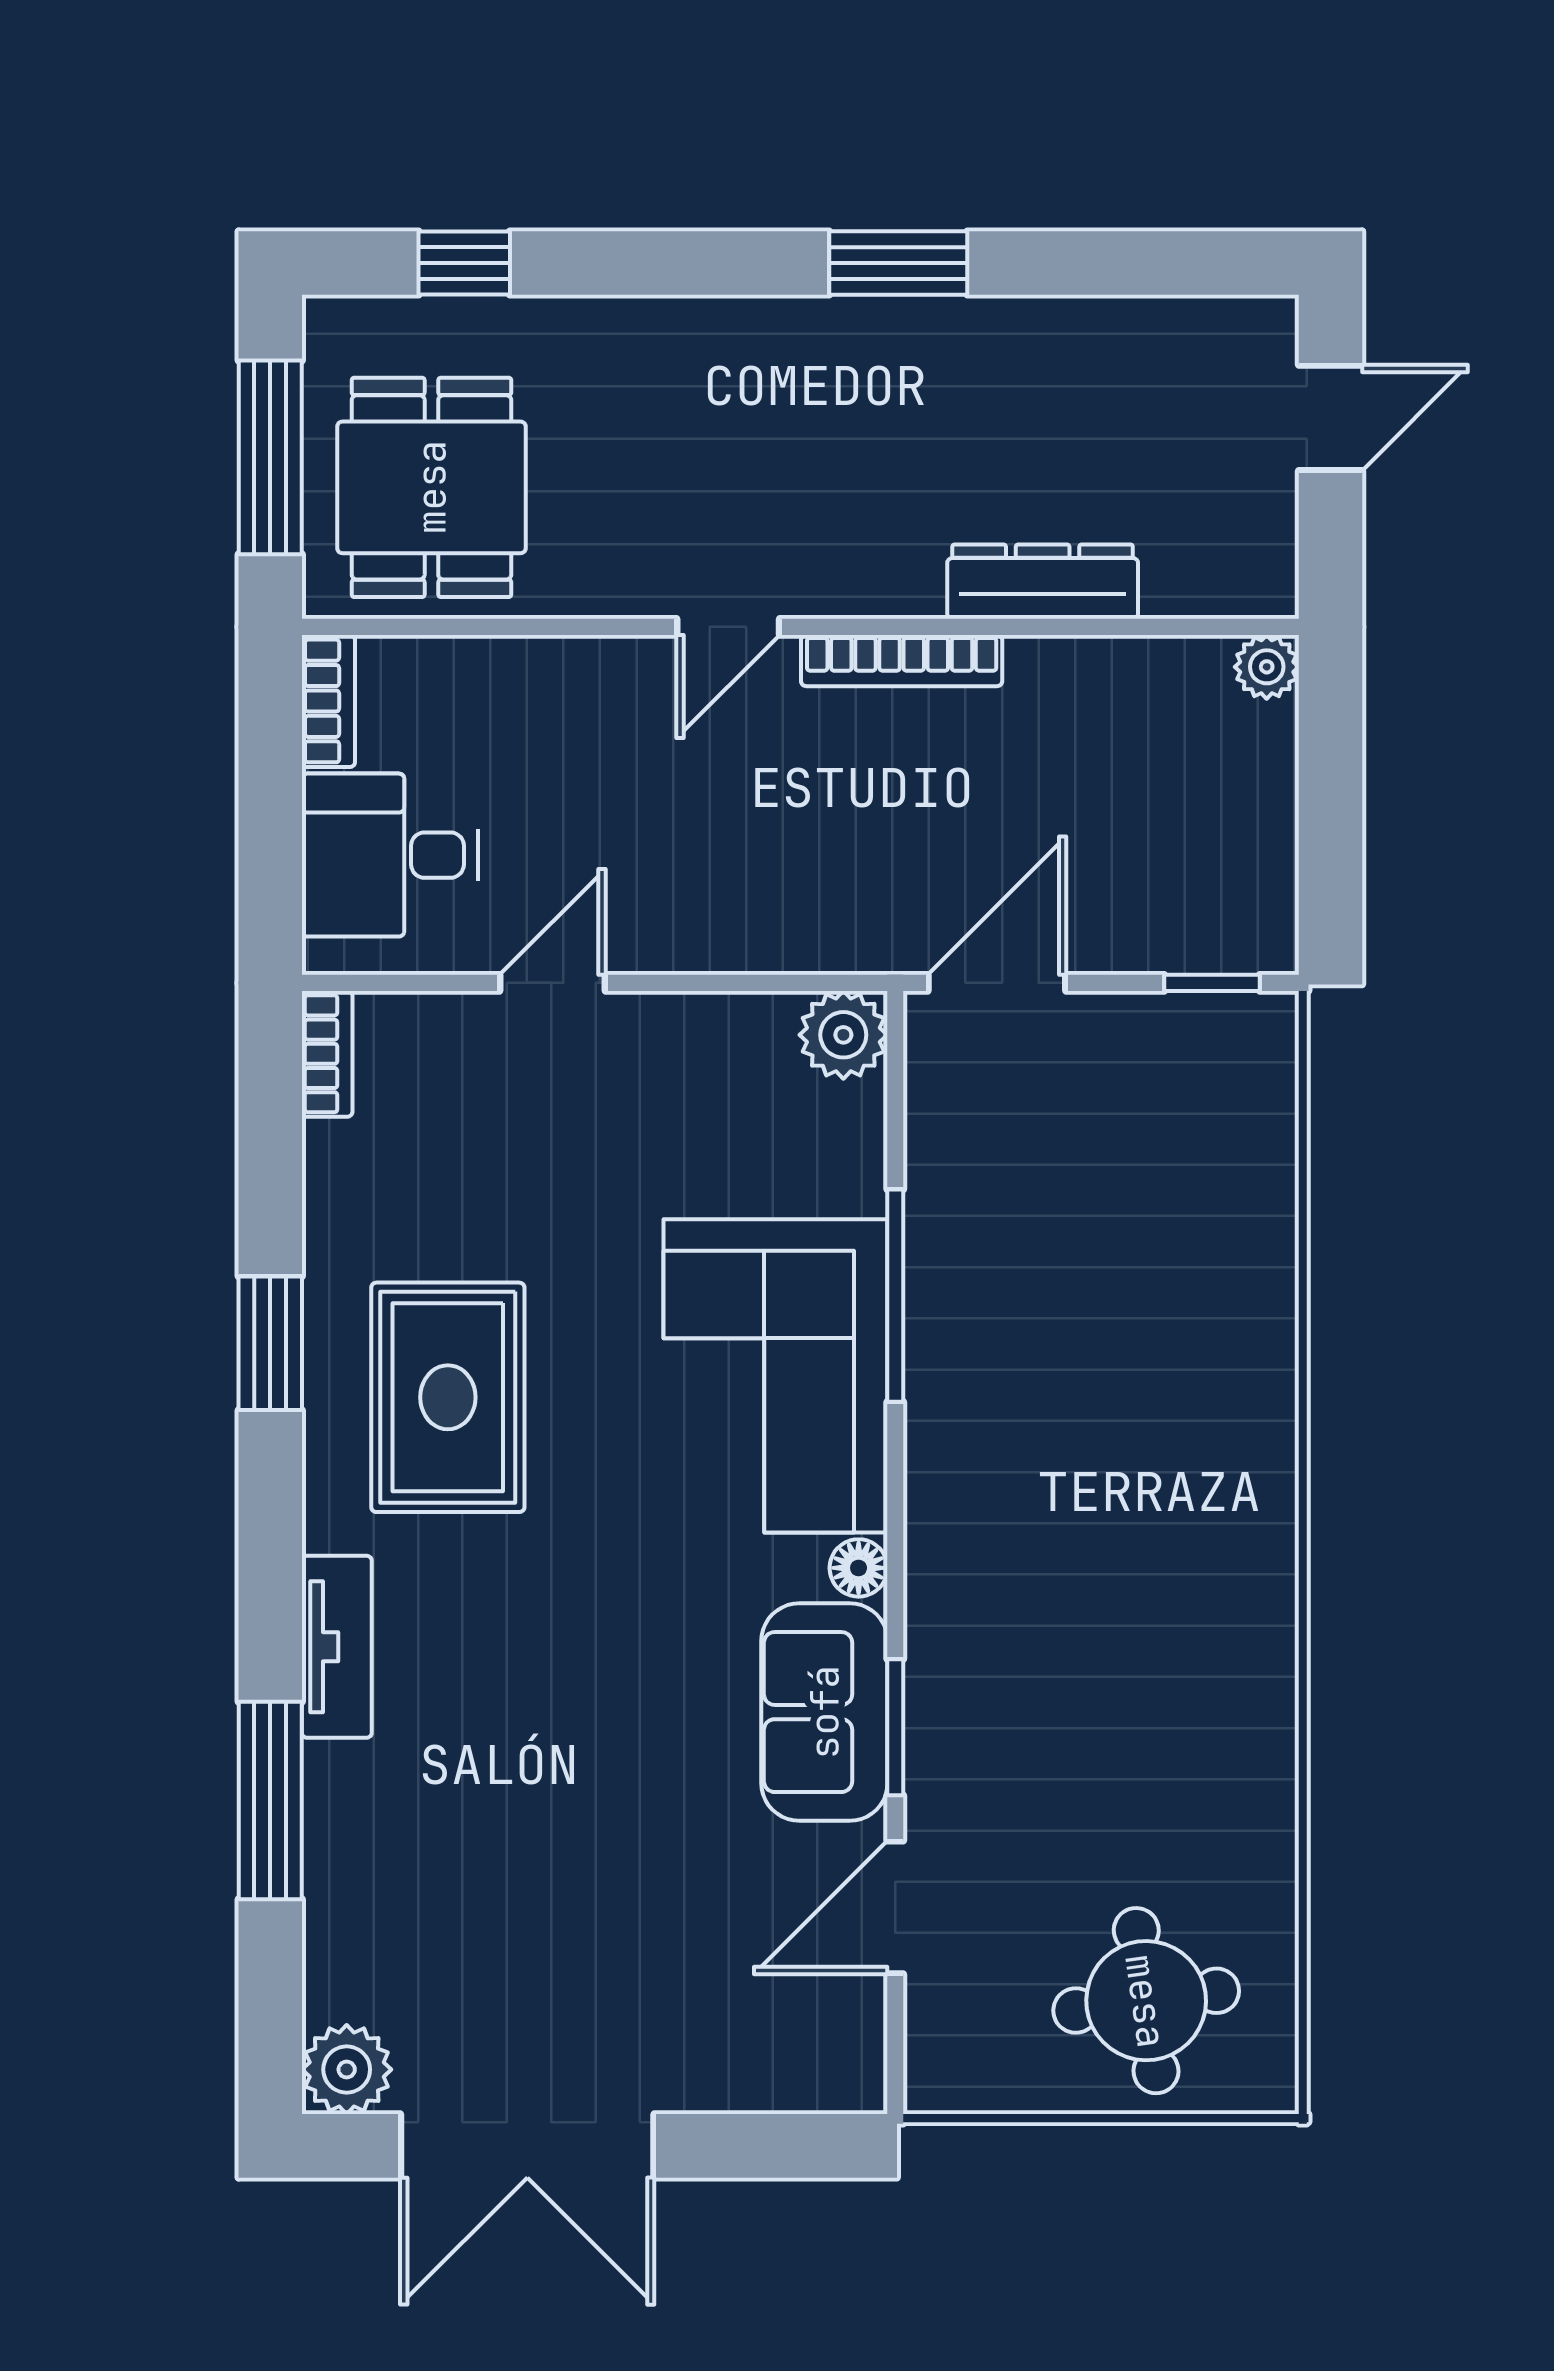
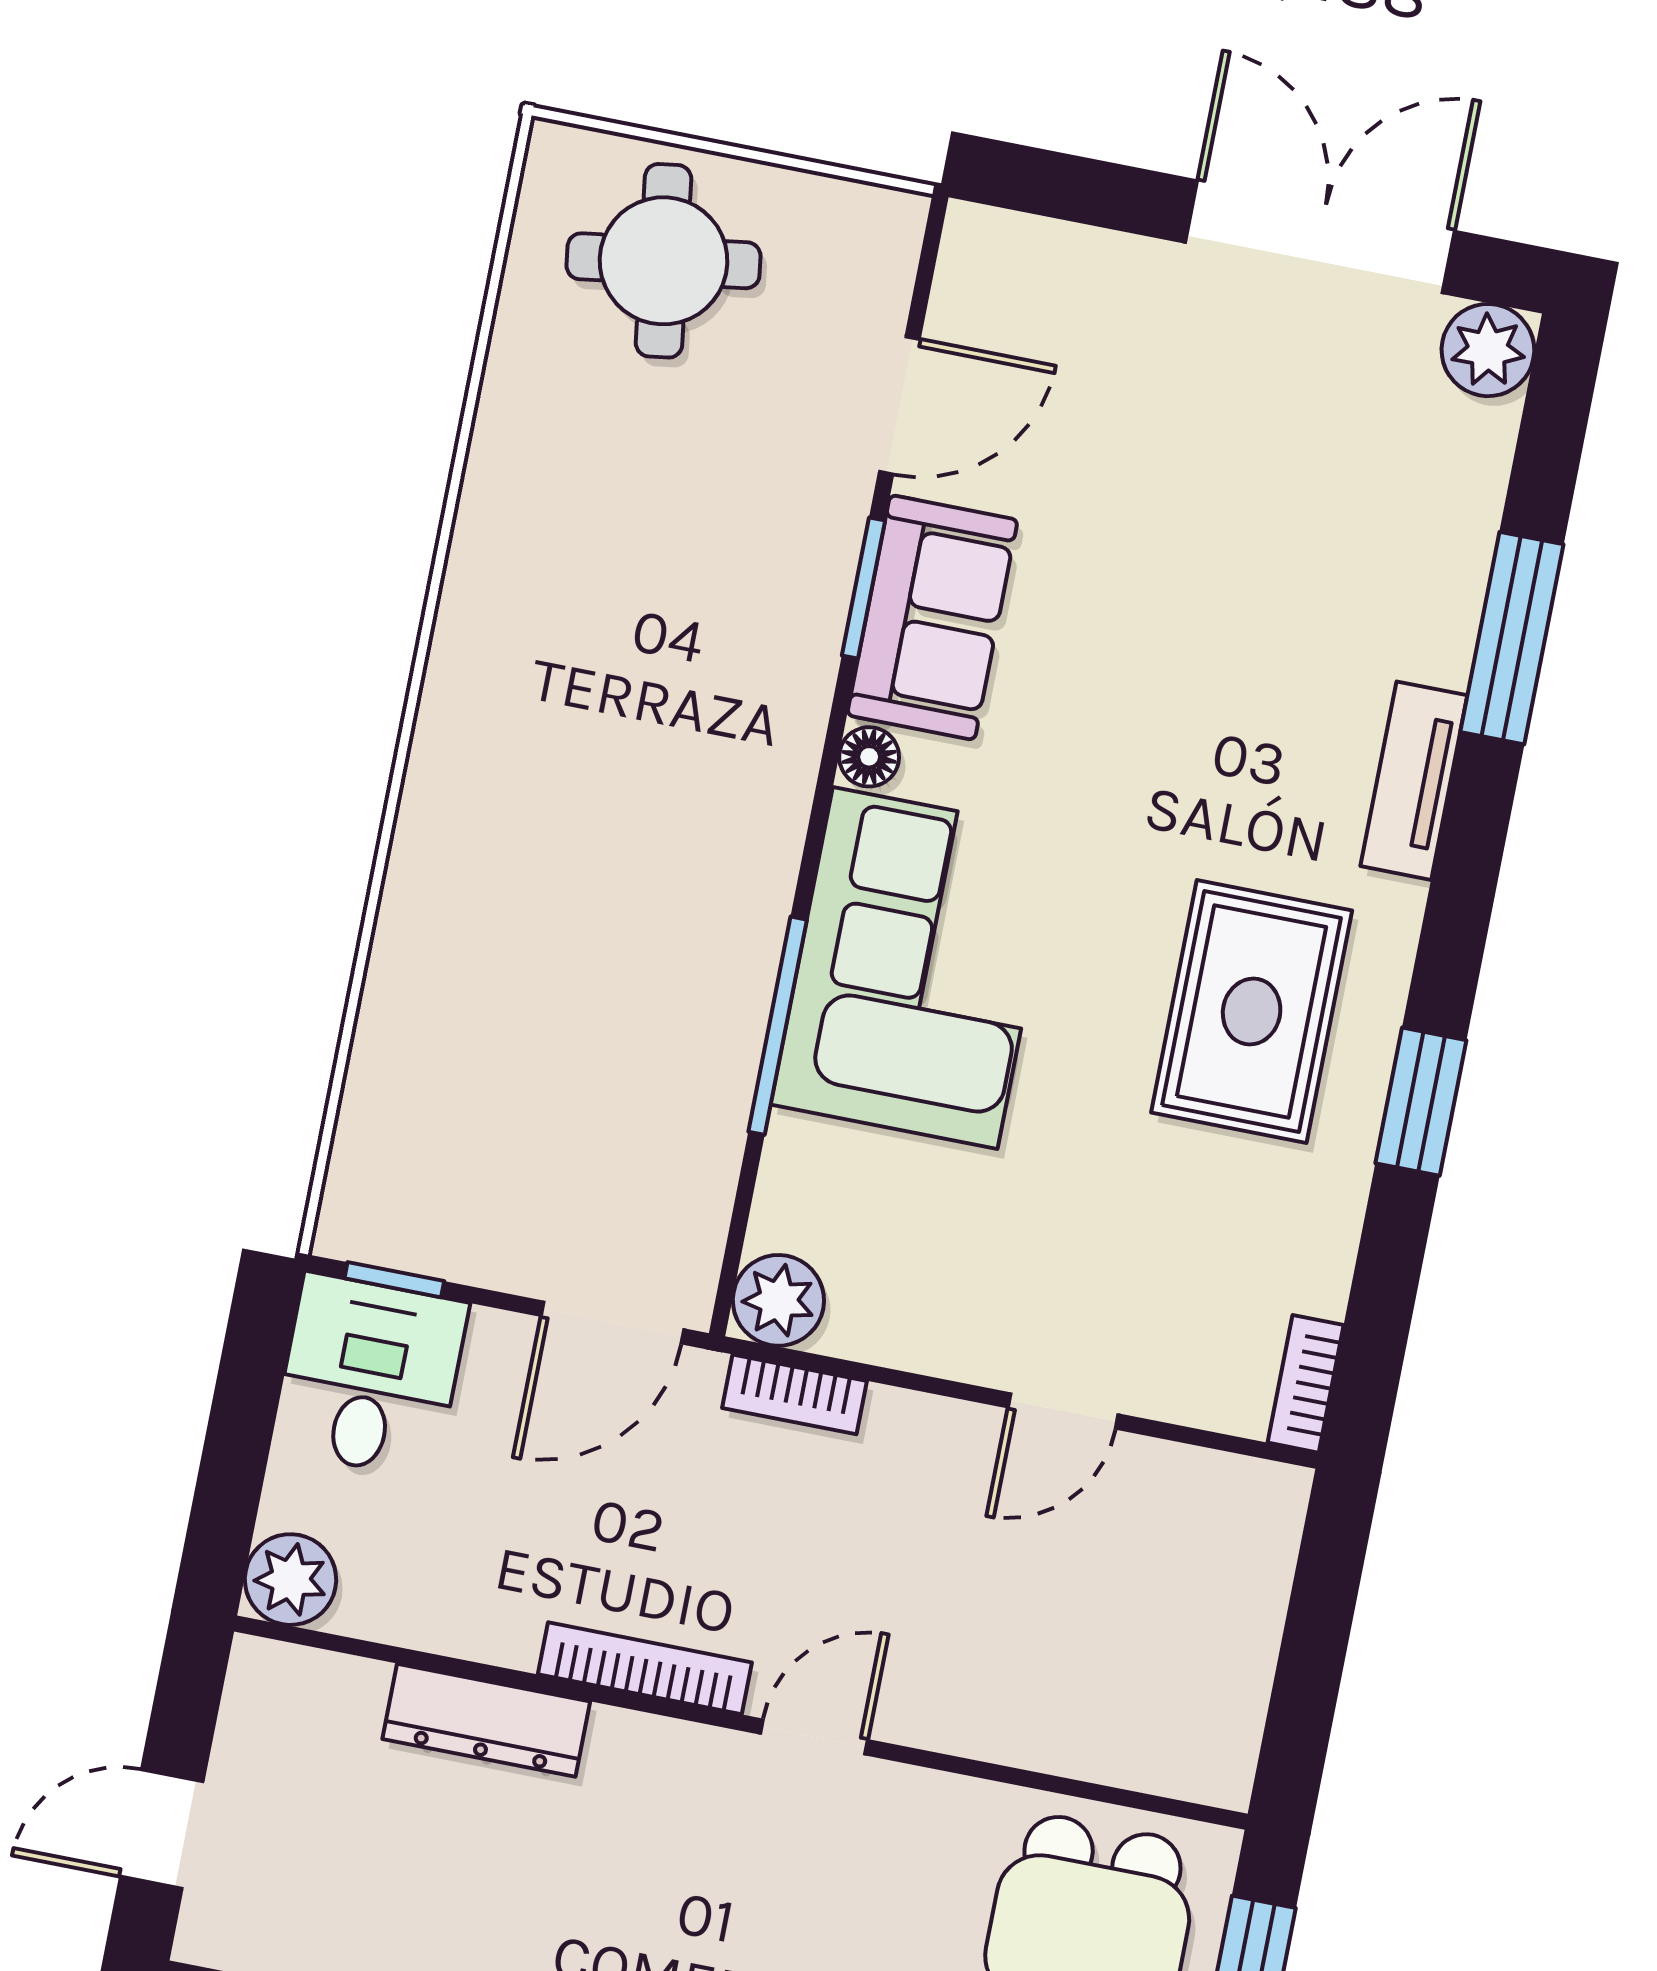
plant: (1267, 667) -> (291, 1580), width x1.38, depth x1.38
bookcase: (328, 701) -> (794, 1394), moved, turned -90
desk: (390, 855) -> (370, 1376), moved, turned -90

